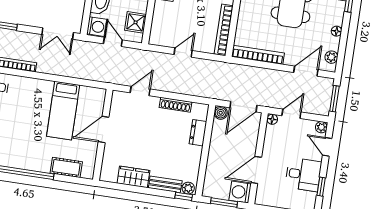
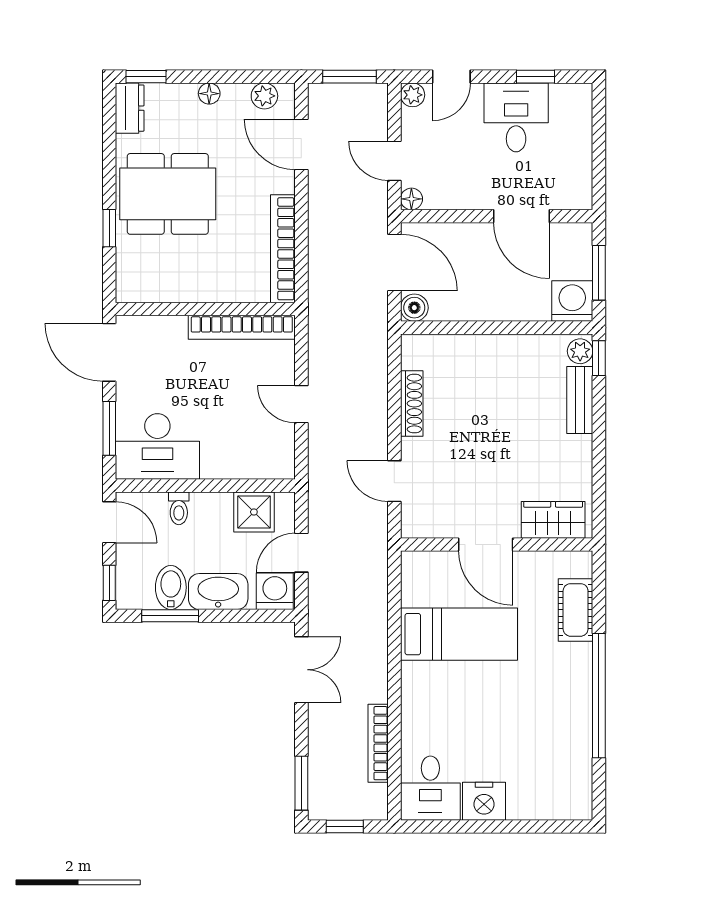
dresser: (198, 133) -> (463, 349), removed
wardrobe: (133, 177) -> (553, 520), moved, turned 90
washing machine: (240, 192) -> (572, 301), moved, turned 180

